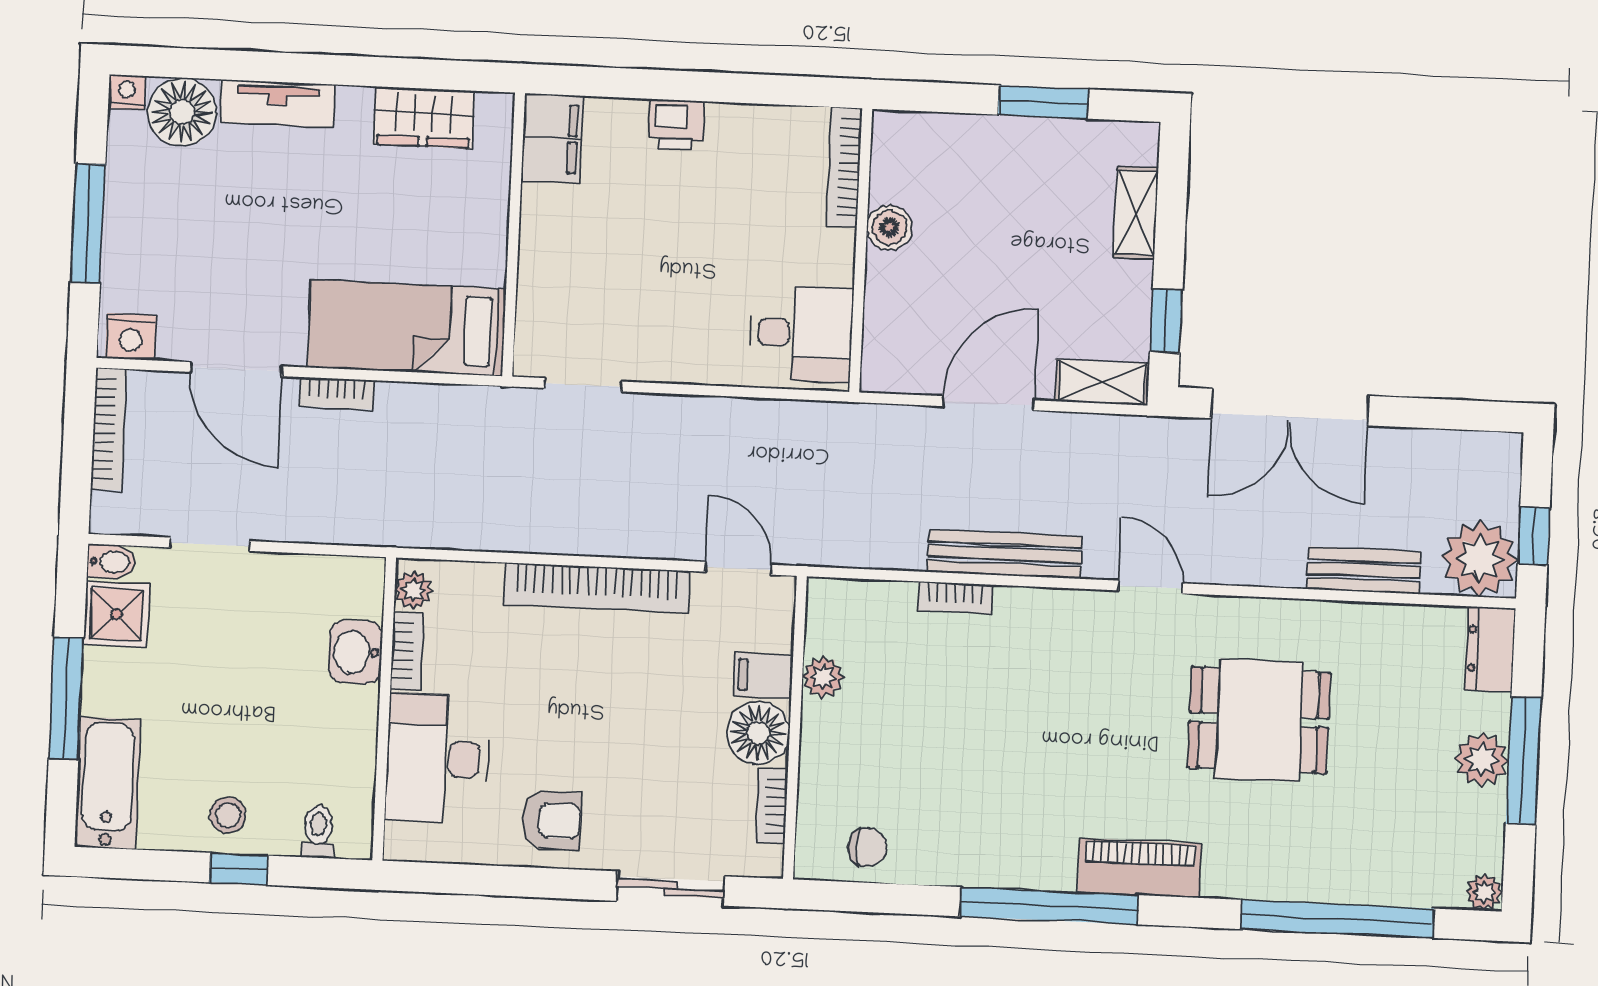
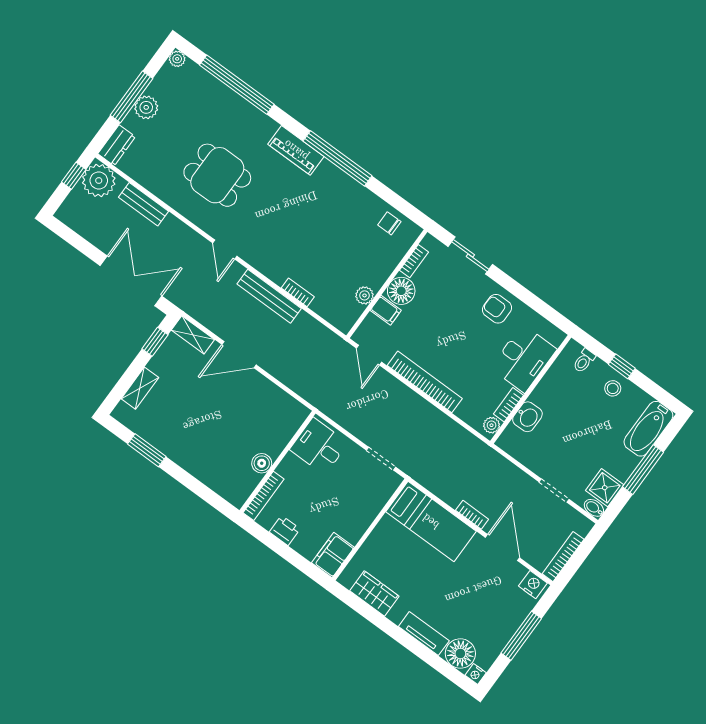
bookcase: (844, 167) -> (263, 496), moved
boiler: (889, 227) -> (262, 463), moved
wall: (861, 250) -> (278, 462), moved
desk: (801, 333) -> (319, 446), moved

